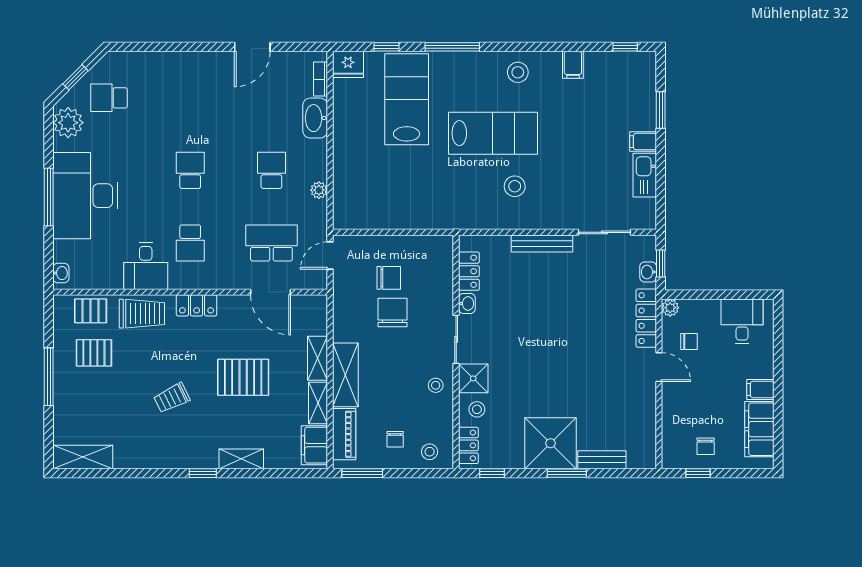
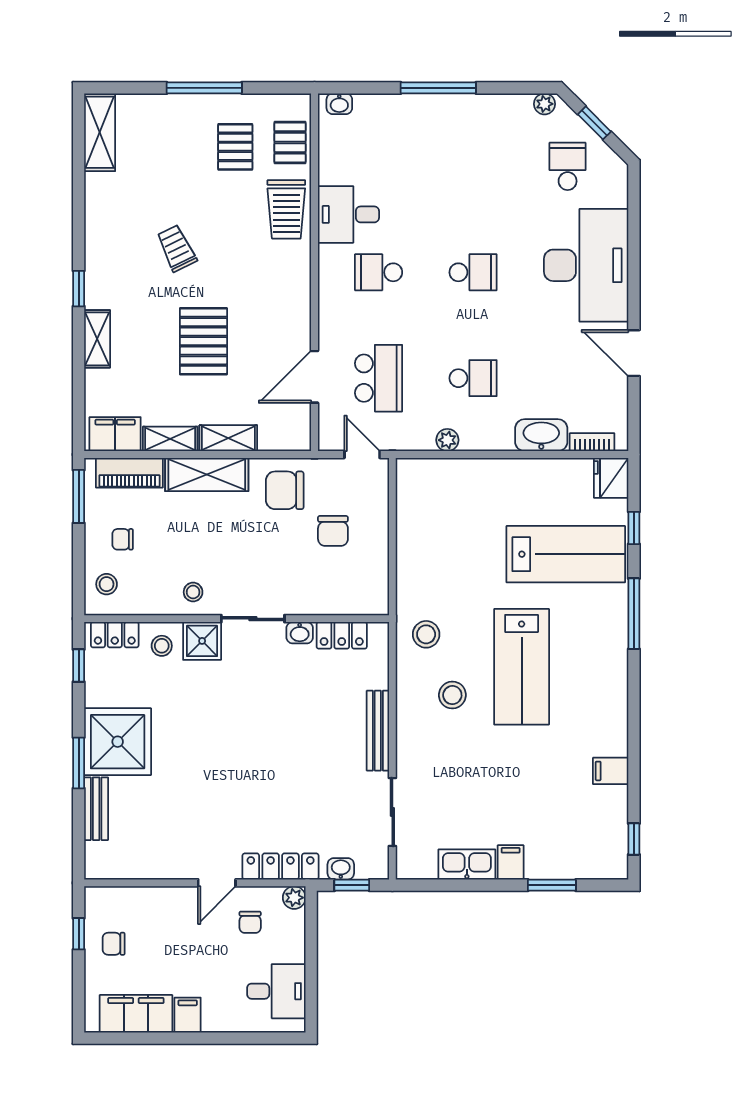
stool: (518, 72) -> (426, 634), moved
plant: (68, 123) -> (544, 104), width x0.53, depth x0.53
desk: (85, 196) -> (586, 265), moved, turned 90
locker: (197, 305) -> (297, 281), removed
chair: (393, 313) -> (285, 490), moved, turned 180

